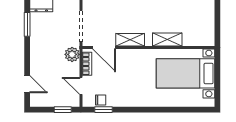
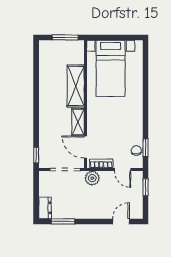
window: (217, 26) -> (65, 37), added
shelving: (167, 40) -> (76, 86), width x1.50, depth x1.33
door: (104, 47) -> (85, 147), swing flipped
door: (81, 86) -> (123, 169), hinge flipped

